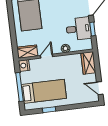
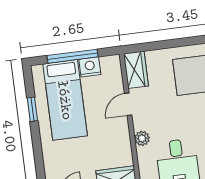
door: (46, 56) -> (128, 104), swing flipped
nightstand: (24, 65) -> (90, 67), moved

